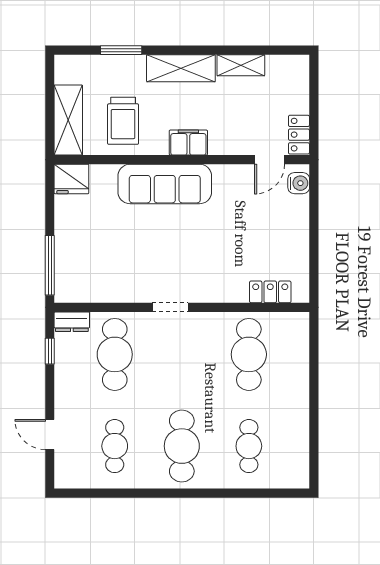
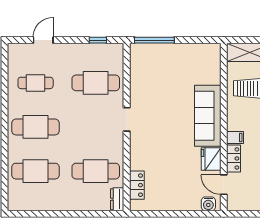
locker: (299, 135) -> (234, 158), moved, turned 90
filing cabinet: (188, 143) -> (235, 138), width x0.50
fridge: (71, 179) -> (211, 159), moved
dresser: (72, 322) -> (117, 199), moved
cafe table: (249, 446) -> (36, 171), width x1.37, depth x1.35

